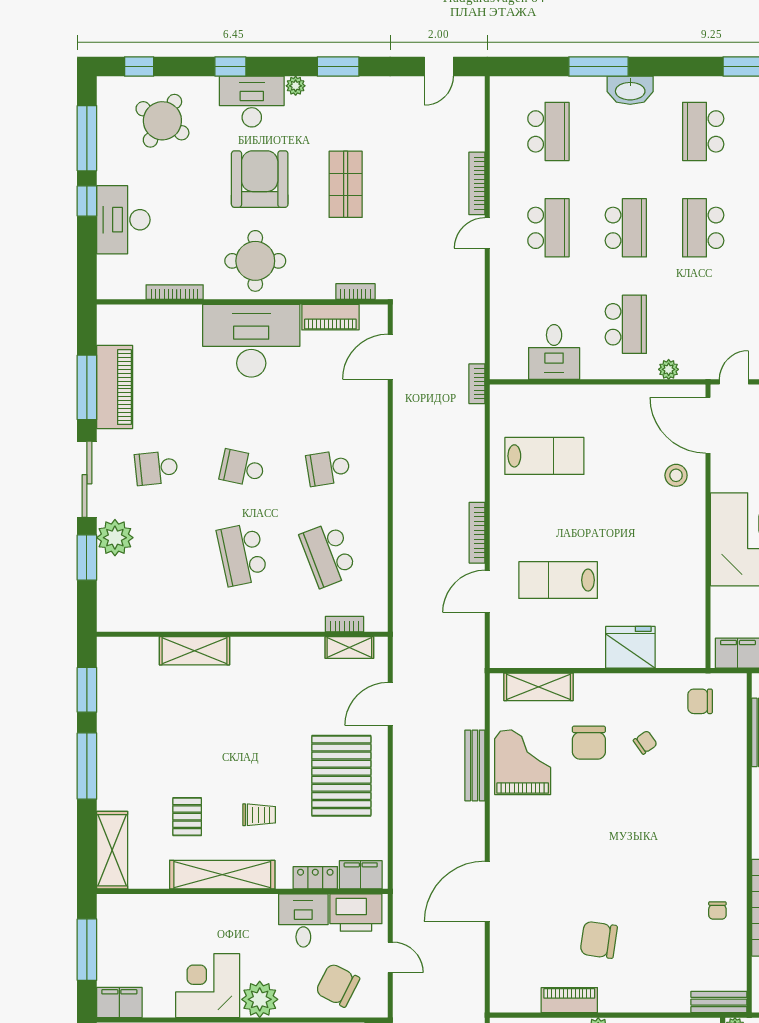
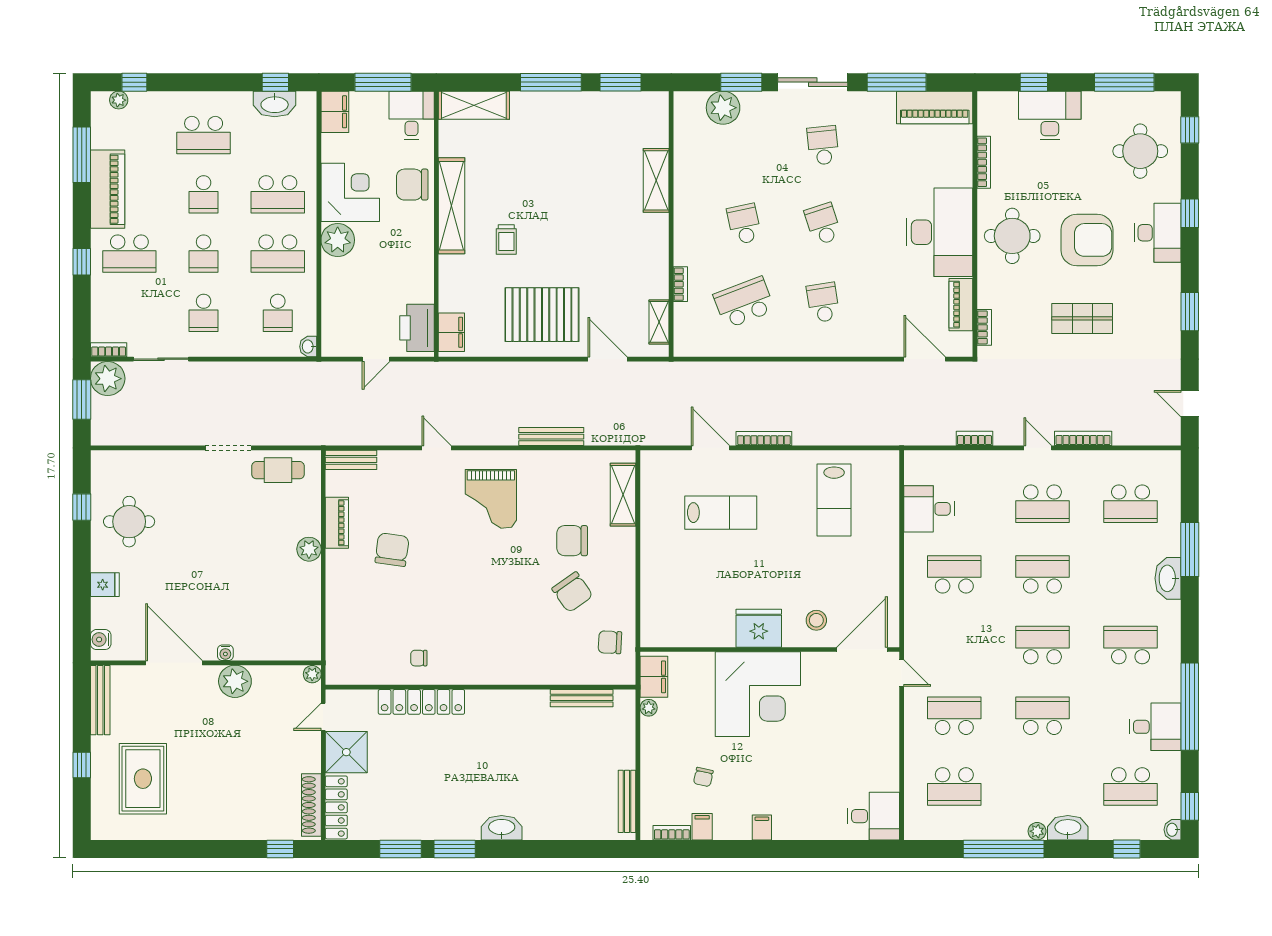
plant: (296, 86) -> (1172, 273), removed
round table: (162, 121) -> (1140, 151), turned -32
window: (87, 201) -> (1034, 82), moved
school desk: (626, 228) -> (1042, 574), turned 180
school desk: (626, 324) -> (954, 574), turned 180
plant: (669, 369) -> (913, 613), removed
bookcase: (477, 384) -> (974, 438), moved
piano: (115, 387) -> (935, 107), moved
school desk: (242, 468) -> (823, 224), turned -30
plant: (115, 538) -> (723, 108), moved
school desk: (242, 554) -> (744, 224), width x0.54
lab bench: (558, 580) -> (721, 513), turned 90
bookcase: (344, 624) -> (680, 284), moved
fridge: (630, 647) -> (759, 628), moved, turned -90
chair: (700, 701) -> (610, 642), turned -87
chair: (645, 742) -> (572, 592), width x1.87, depth x1.87
grand piano: (523, 762) -> (491, 499), moved, turned 90
pallet: (187, 817) -> (505, 174), removed
locker: (315, 878) -> (449, 291), removed
door: (487, 891) -> (436, 448), width x0.53
desk: (303, 920) -> (412, 115), moved, turned -90
chair: (338, 985) -> (412, 185), moved, turned -117
bench: (719, 1002) -> (351, 460), moved, turned 90

